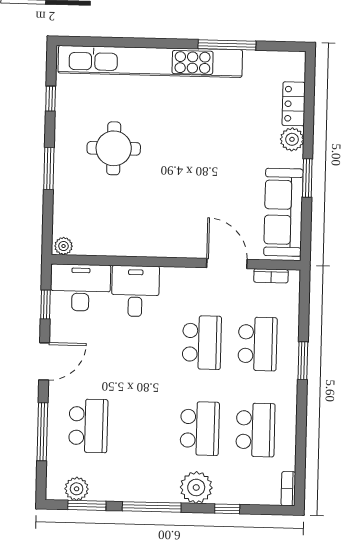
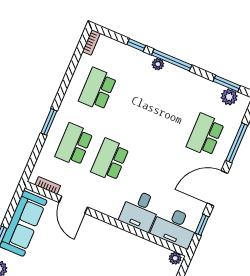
door: (44, 361) -> (217, 188), width x1.36
school desk: (200, 429) -> (134, 104), removed
plant: (196, 487) -> (158, 64), width x0.53, depth x0.53
window: (152, 507) -> (172, 60), moved

